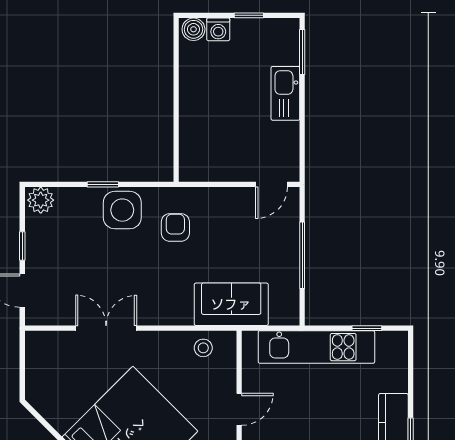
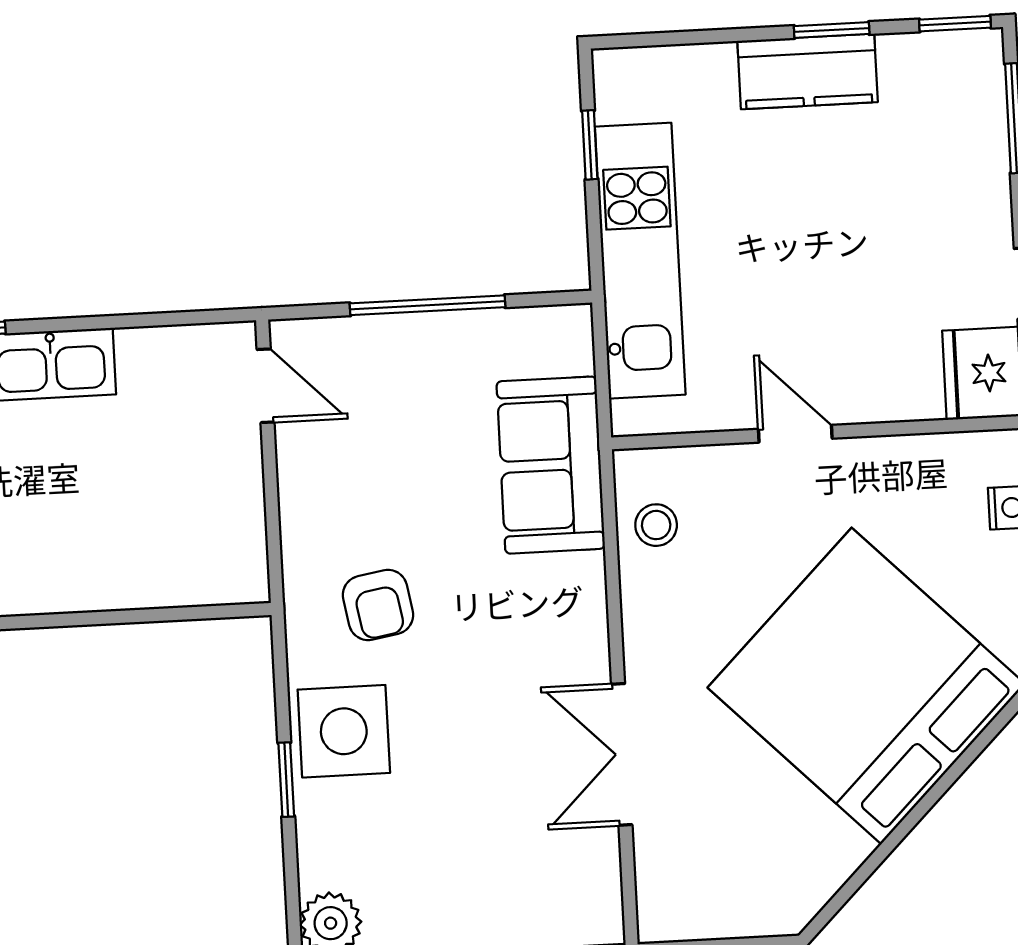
armchair: (175, 227) -> (378, 605), turned -100

